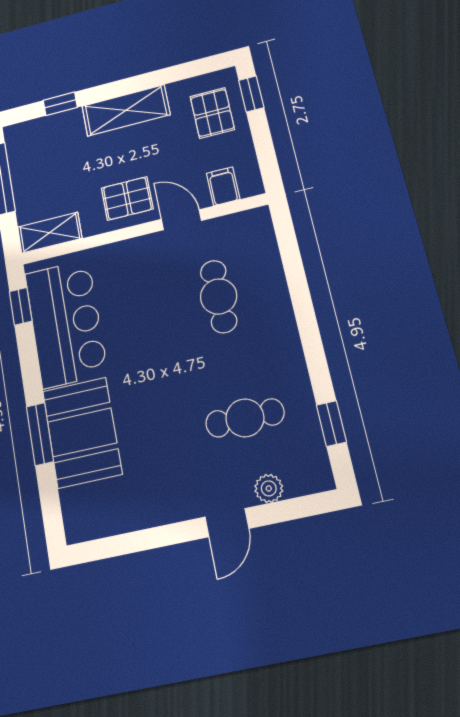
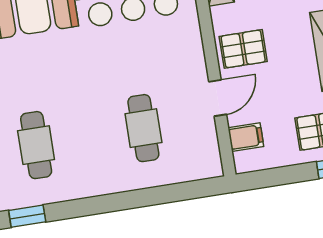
pallet: (127, 198) -> (243, 49), turned 90
cafe table: (219, 296) -> (143, 128), turned 90

